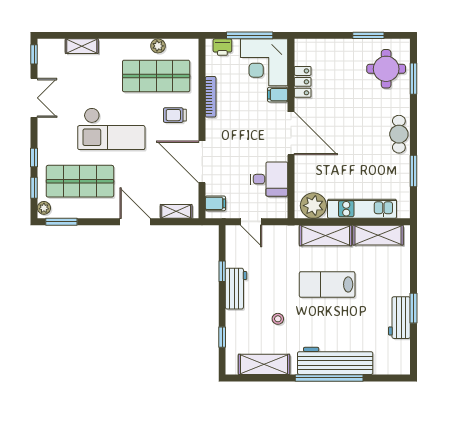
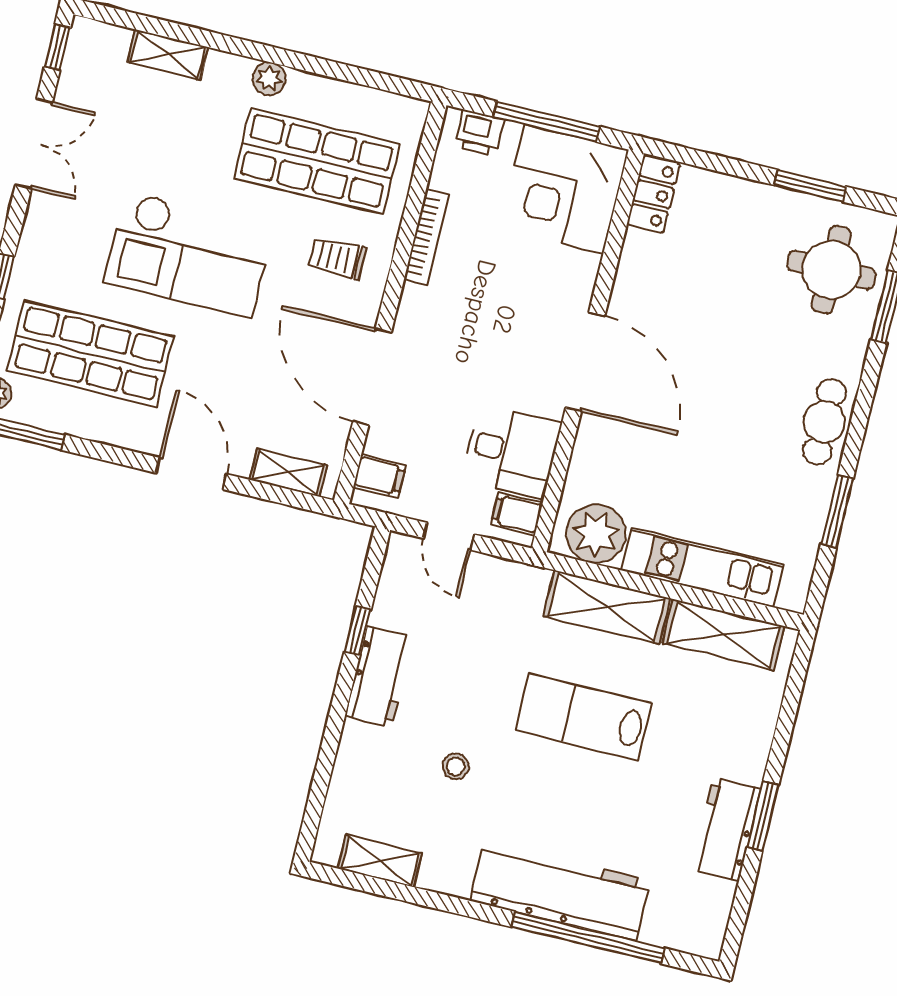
plant: (158, 46) -> (269, 79), moved
locker: (303, 82) -> (653, 194), moved
filing cabinet: (278, 95) -> (517, 514), moved
window: (222, 337) -> (322, 777), removed
shelving: (264, 364) -> (380, 861), width x0.67, depth x0.75
window: (329, 378) -> (588, 938), moved

